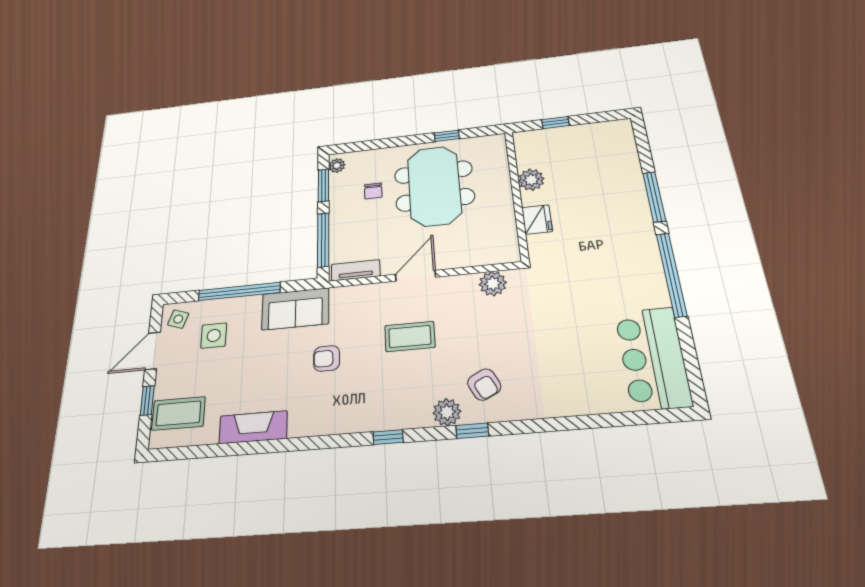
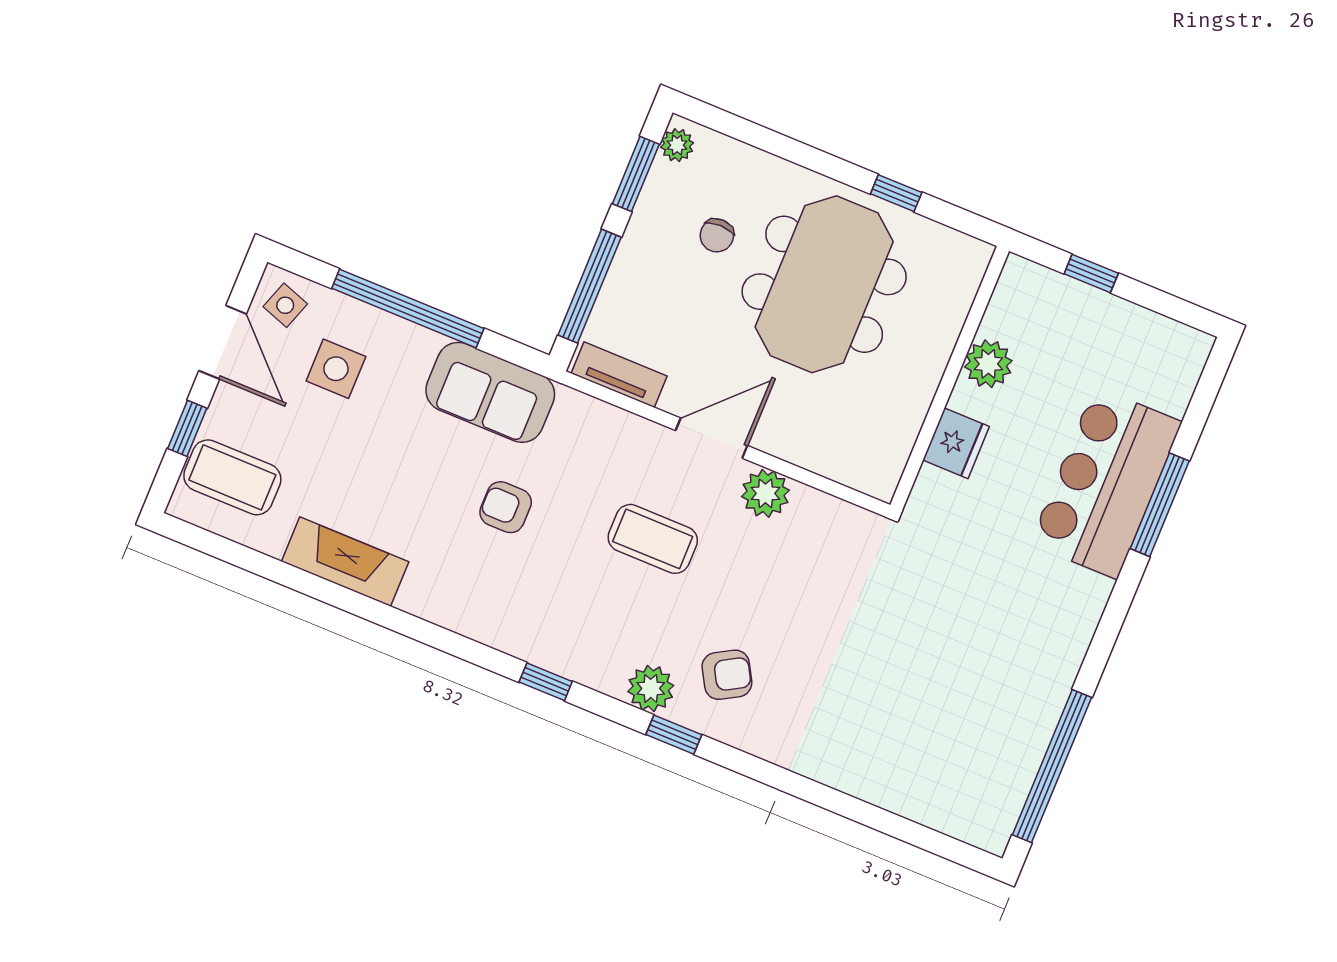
window: (672, 274) -> (1052, 766), moved
plant: (493, 284) -> (765, 493), moved
door: (153, 351) -> (223, 342), swing flipped
bar counter: (653, 358) -> (1106, 483), moved
armchair: (484, 385) -> (727, 675), turned -93

